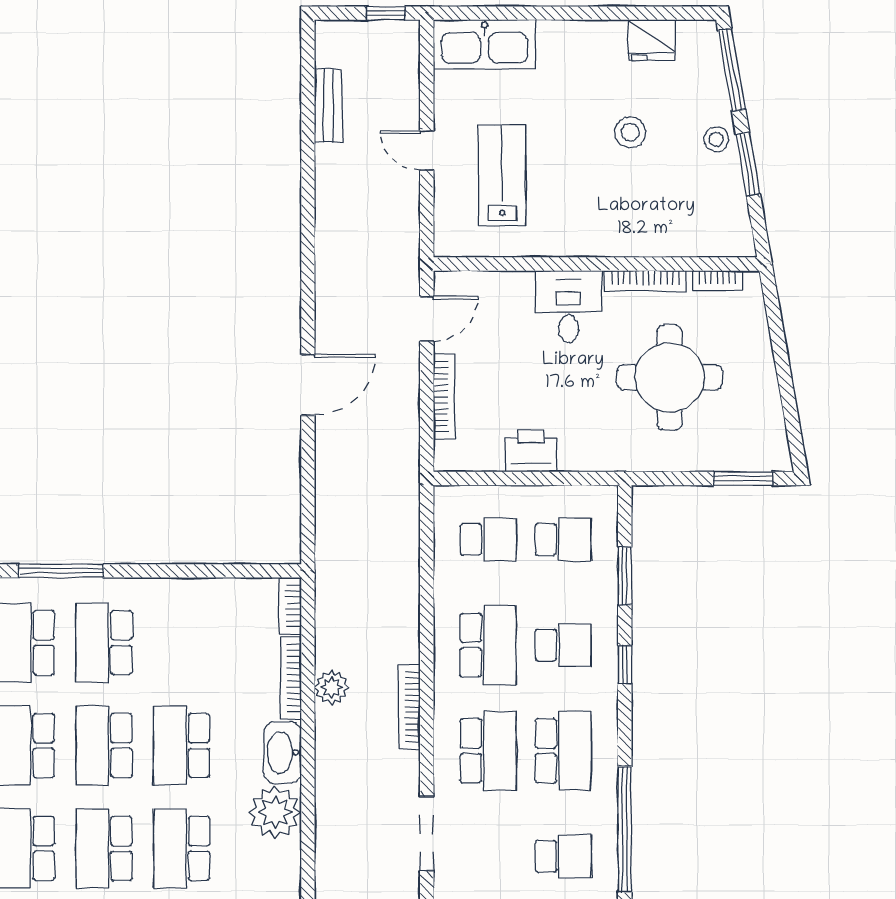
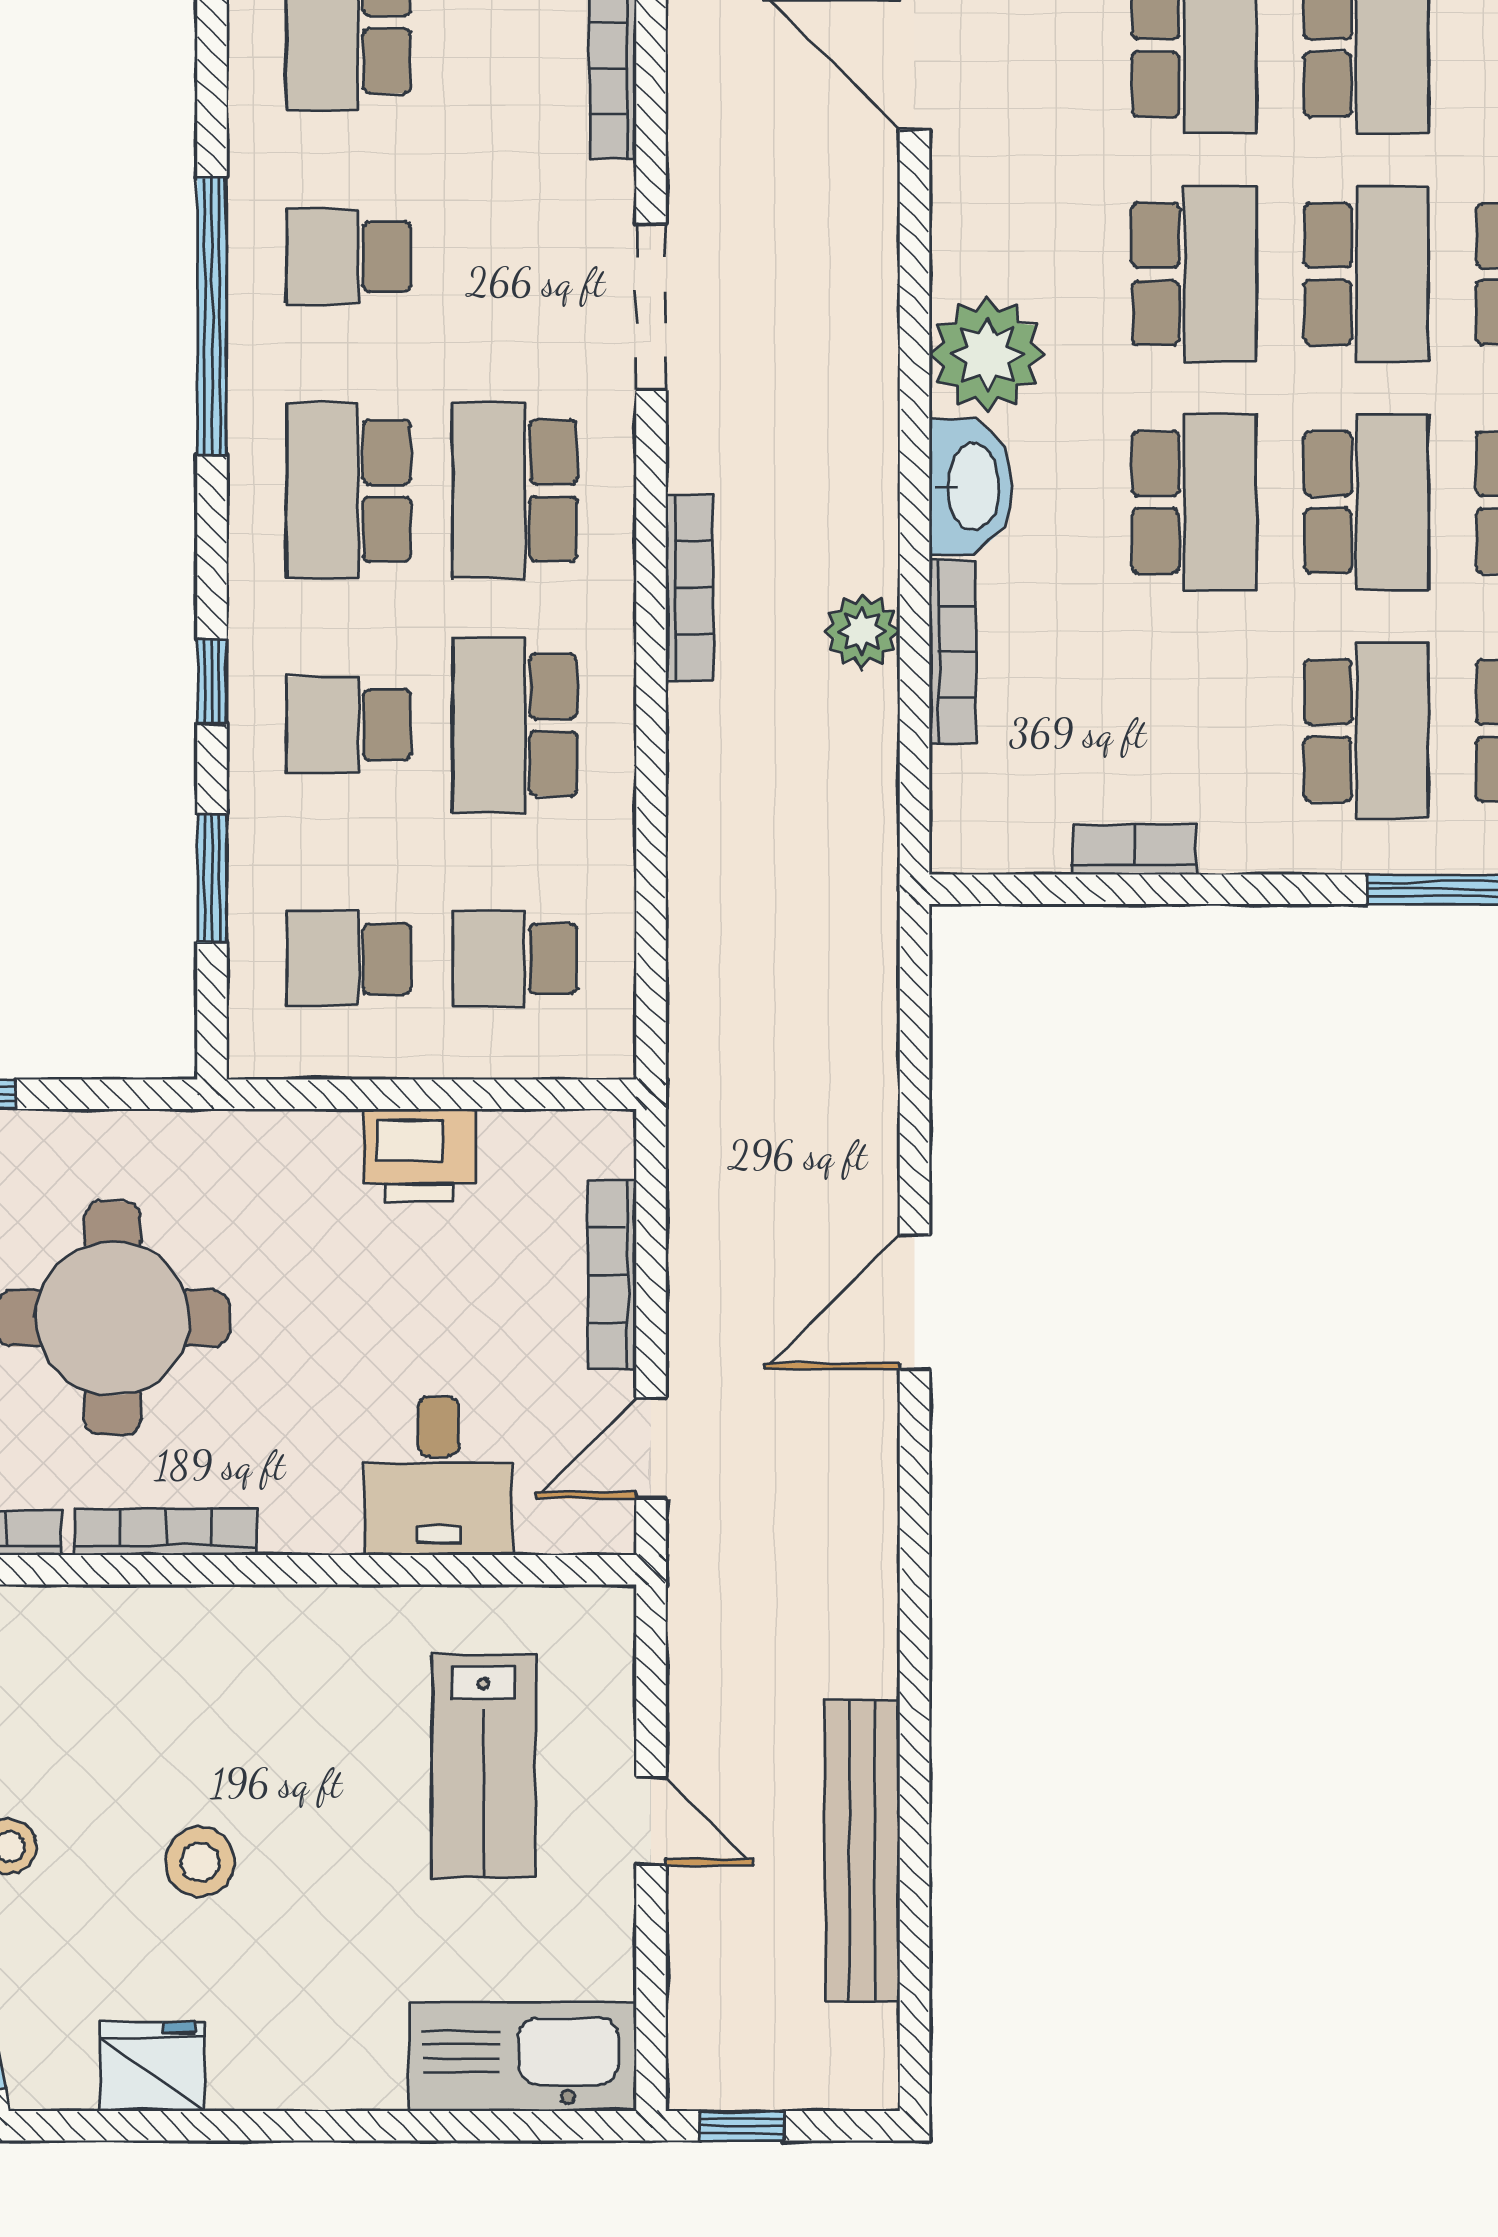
bench: (328, 106) -> (862, 1851), width x1.86, depth x1.21
desk: (569, 306) -> (439, 1476), moved
bookcase: (290, 606) -> (1134, 850), moved, turned -90

